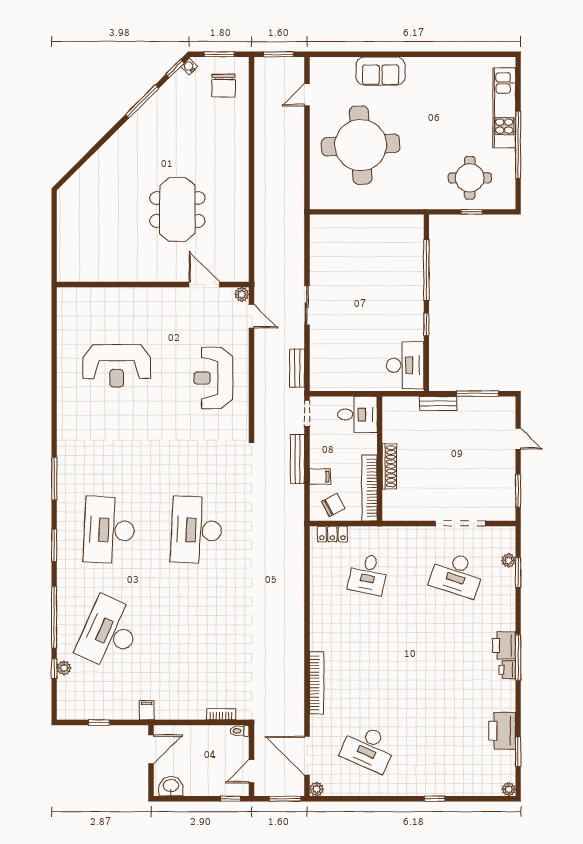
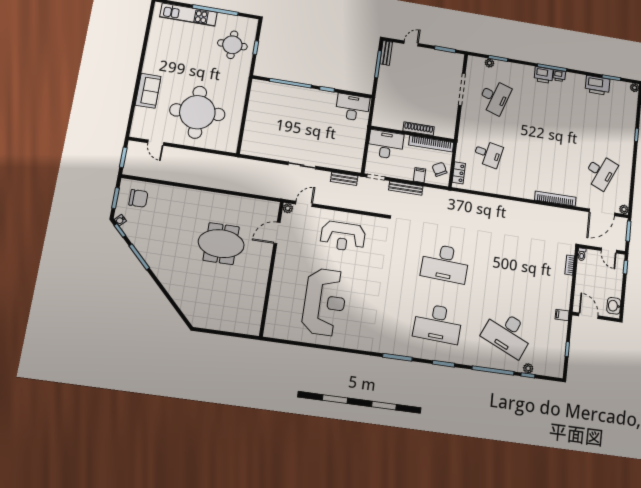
reception desk: (117, 366) -> (325, 302), width x1.36, depth x1.30
bench: (438, 403) -> (386, 53), moved
desk: (357, 414) -> (386, 145), width x1.37

